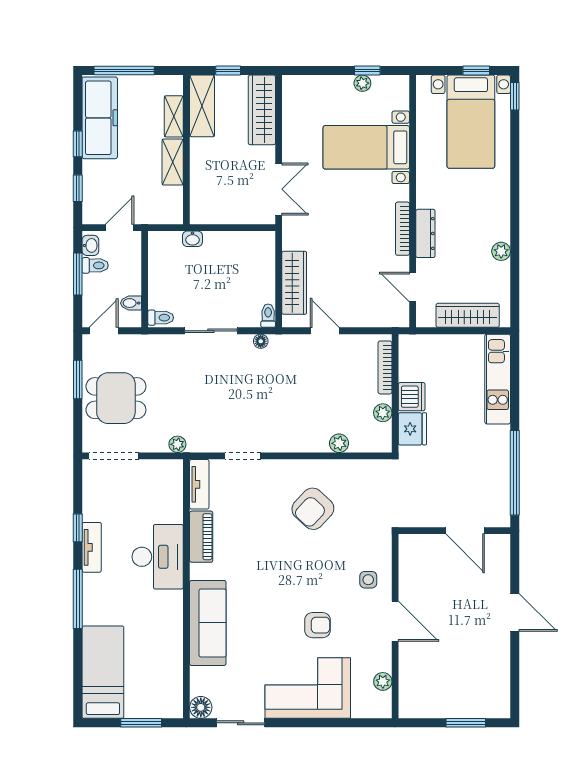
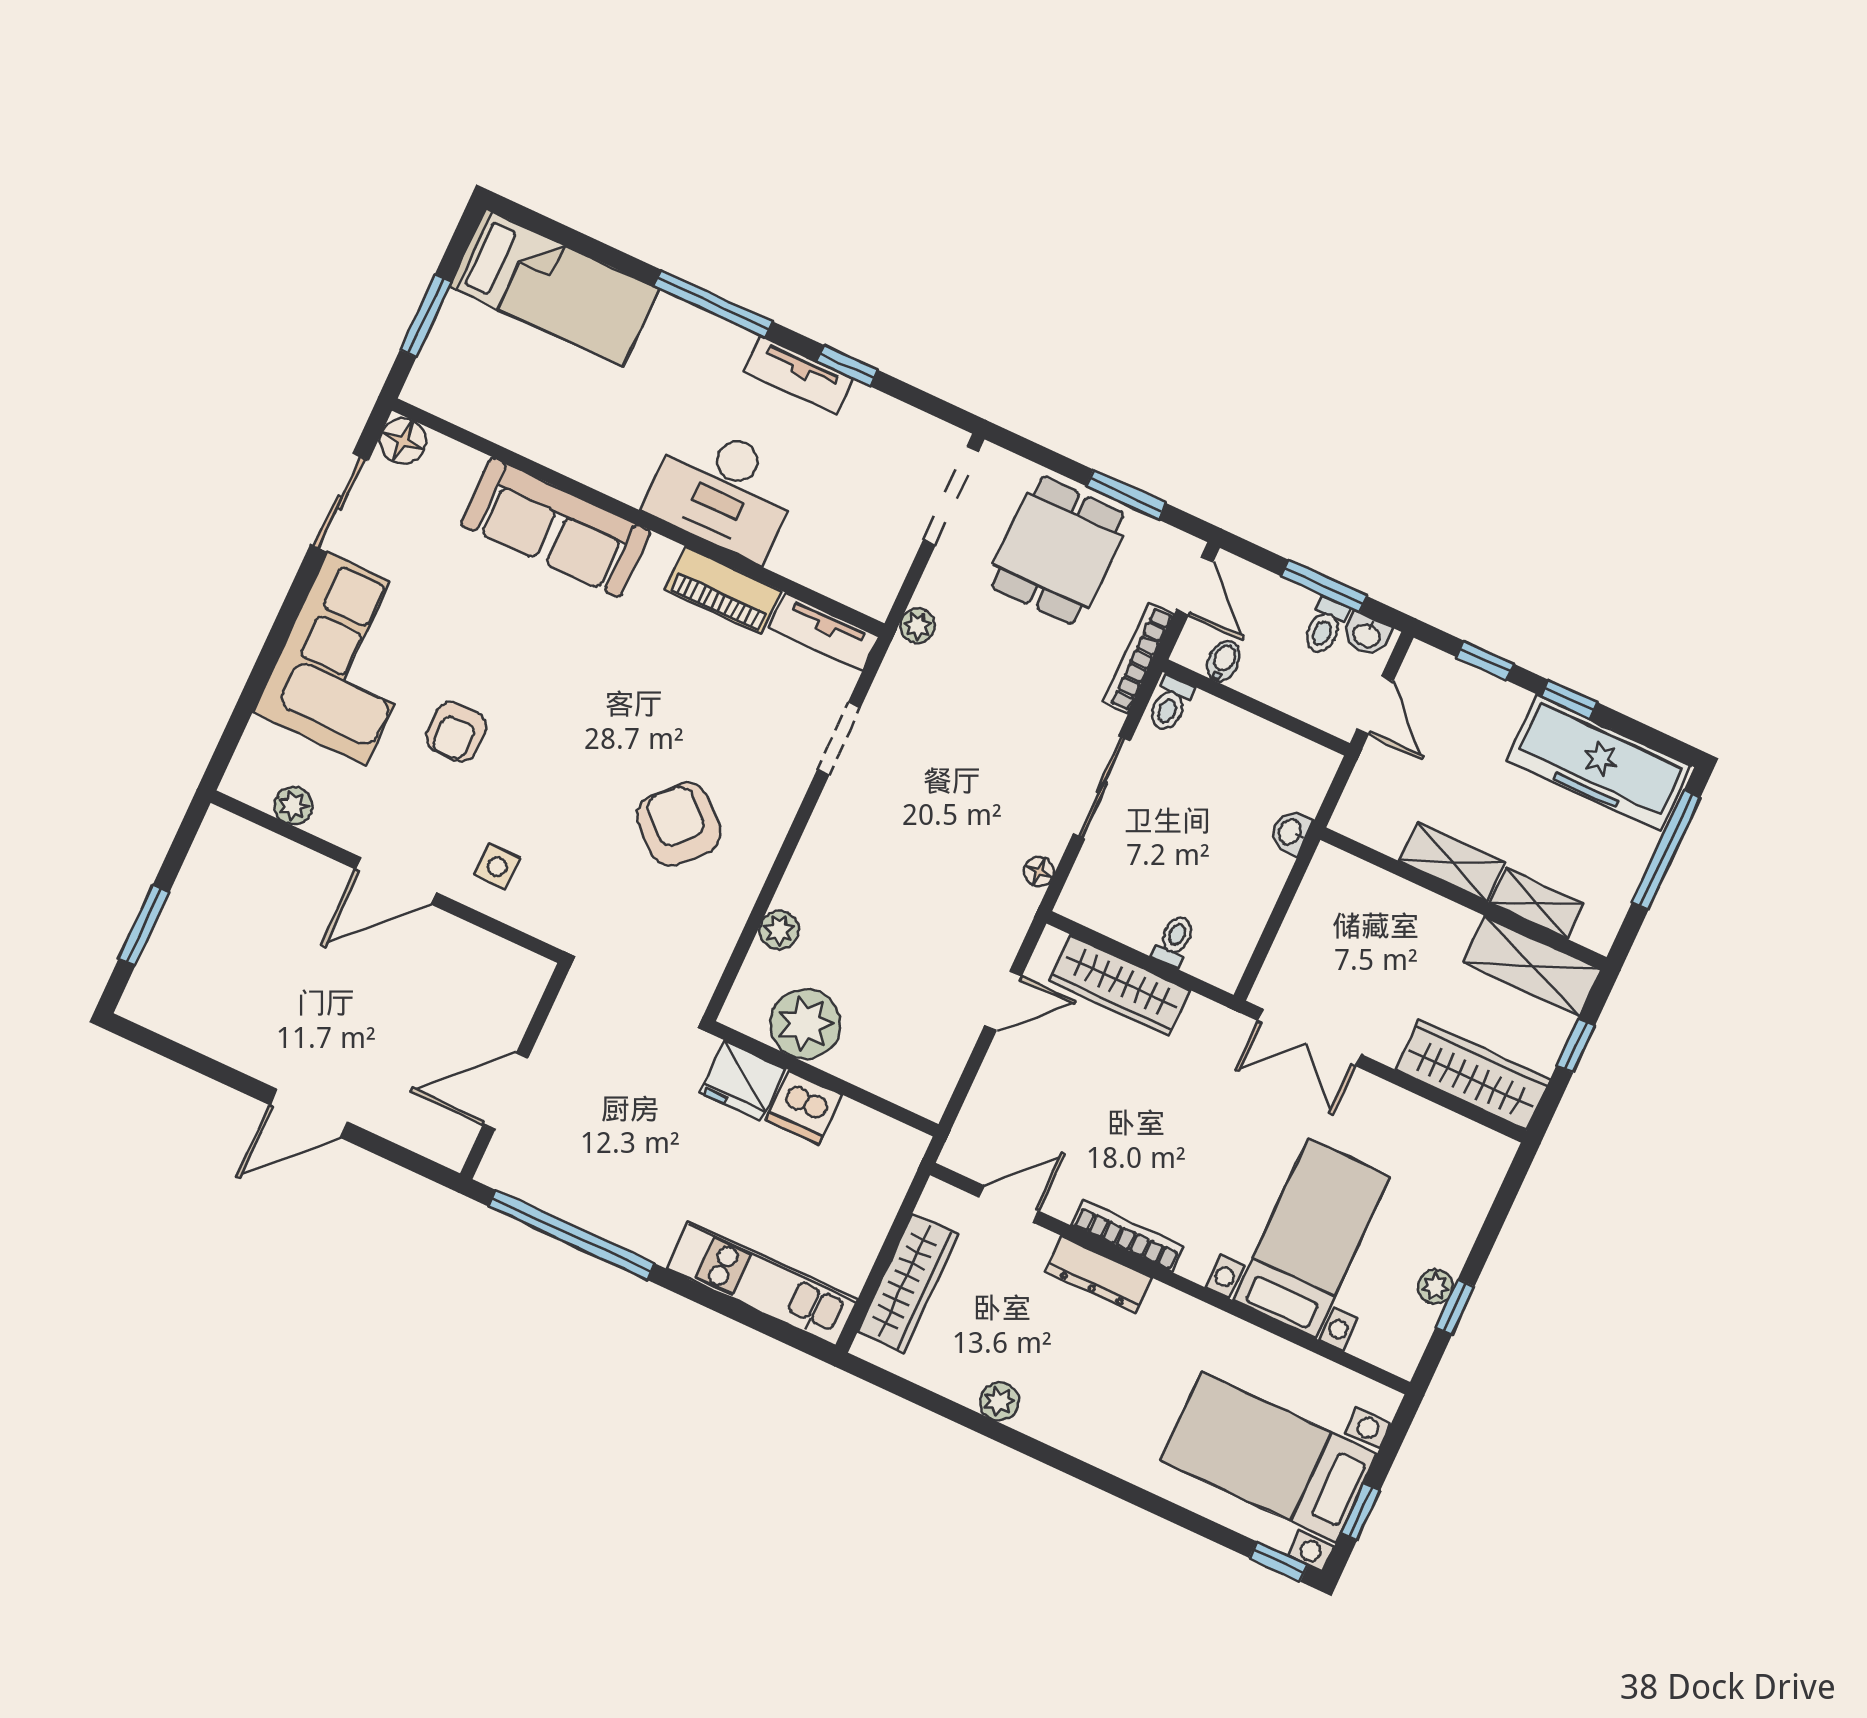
toilet: (268, 316) -> (1174, 941), moved, turned -90
bookcase: (385, 367) -> (1138, 658), moved, turned -90
plant: (383, 413) -> (805, 1024), width x1.88, depth x1.88

